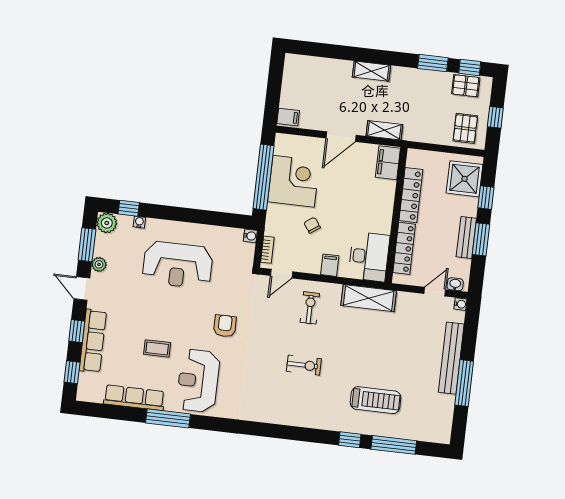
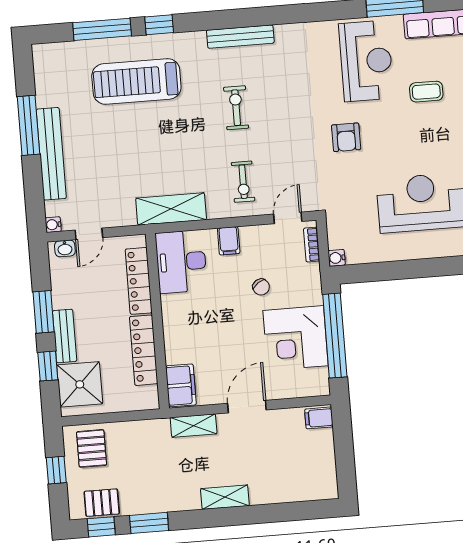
bench: (466, 238) -> (65, 336), moved
exercise bike: (304, 365) -> (236, 108), turned 90
treadmill: (376, 400) -> (136, 81), width x1.37, depth x1.38
bench: (290, 418) -> (240, 37), added

